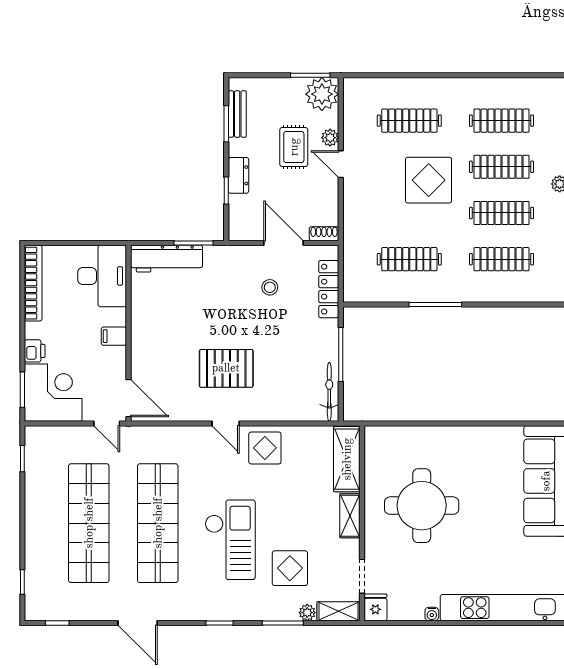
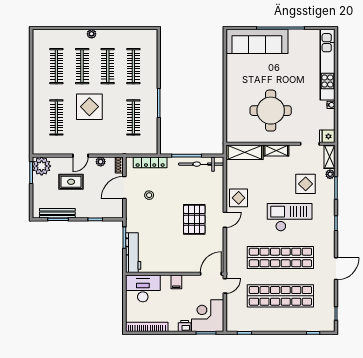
bench: (237, 114) -> (57, 213), width x1.36
plant: (330, 138) -> (101, 162), moved
dresser: (238, 175) -> (87, 213), removed
bicycle: (329, 392) -> (201, 164), width x1.37, depth x1.40

